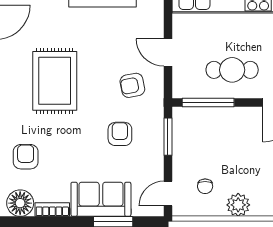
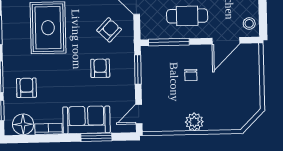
armchair: (132, 85) -> (109, 30), turned 145
chair: (205, 186) -> (191, 75), moved

